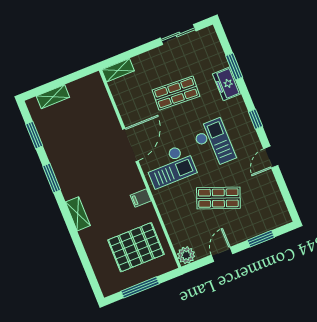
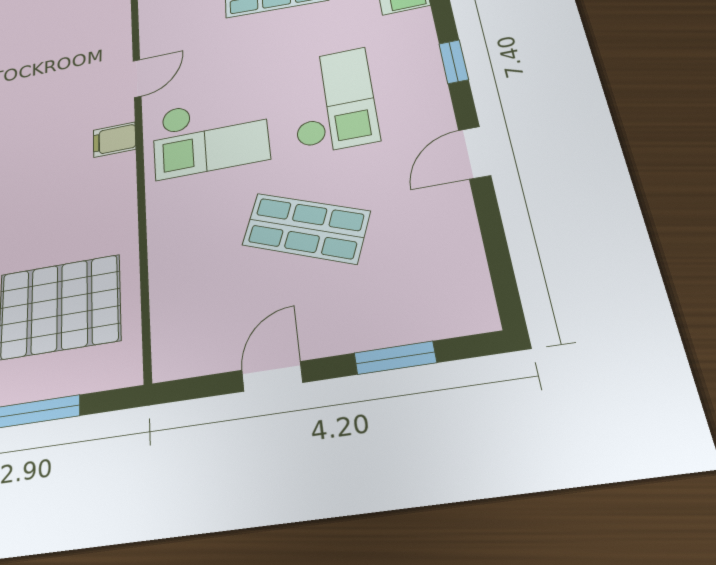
door: (130, 145) -> (137, 78), width x0.53
filing cabinet: (141, 198) -> (114, 140), moved
plant: (186, 255) -> (175, 356), removed

